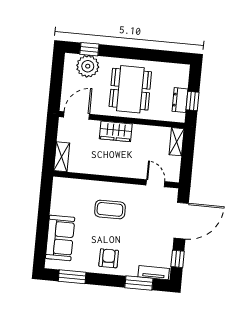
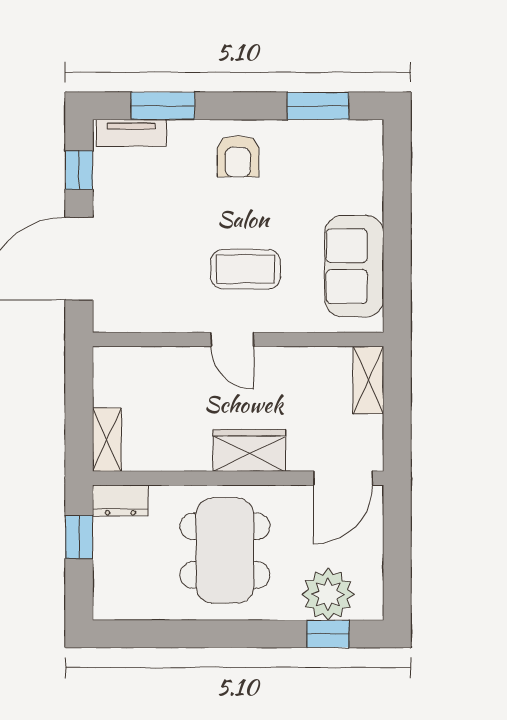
dresser: (180, 100) -> (120, 501), moved, turned 90
door: (155, 183) -> (232, 339), moved
sofa: (60, 238) -> (354, 266), moved

